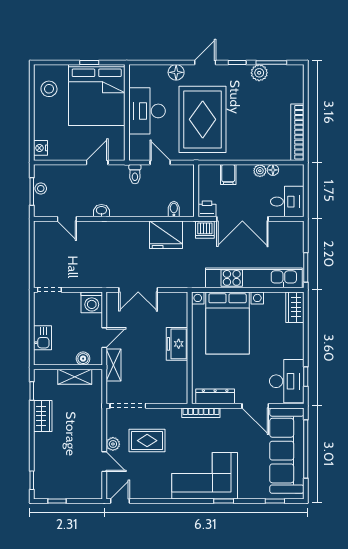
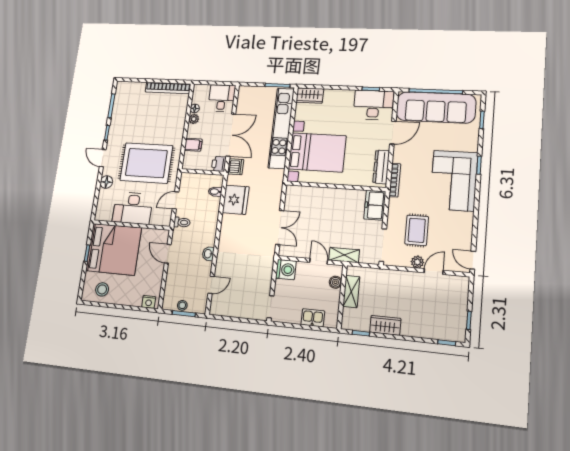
plant: (259, 73) -> (118, 116), removed
freezer: (177, 344) -> (375, 205), moved, turned 90

